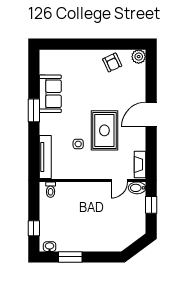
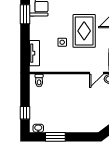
tv unit: (45, 157) -> (35, 53), width x0.71

